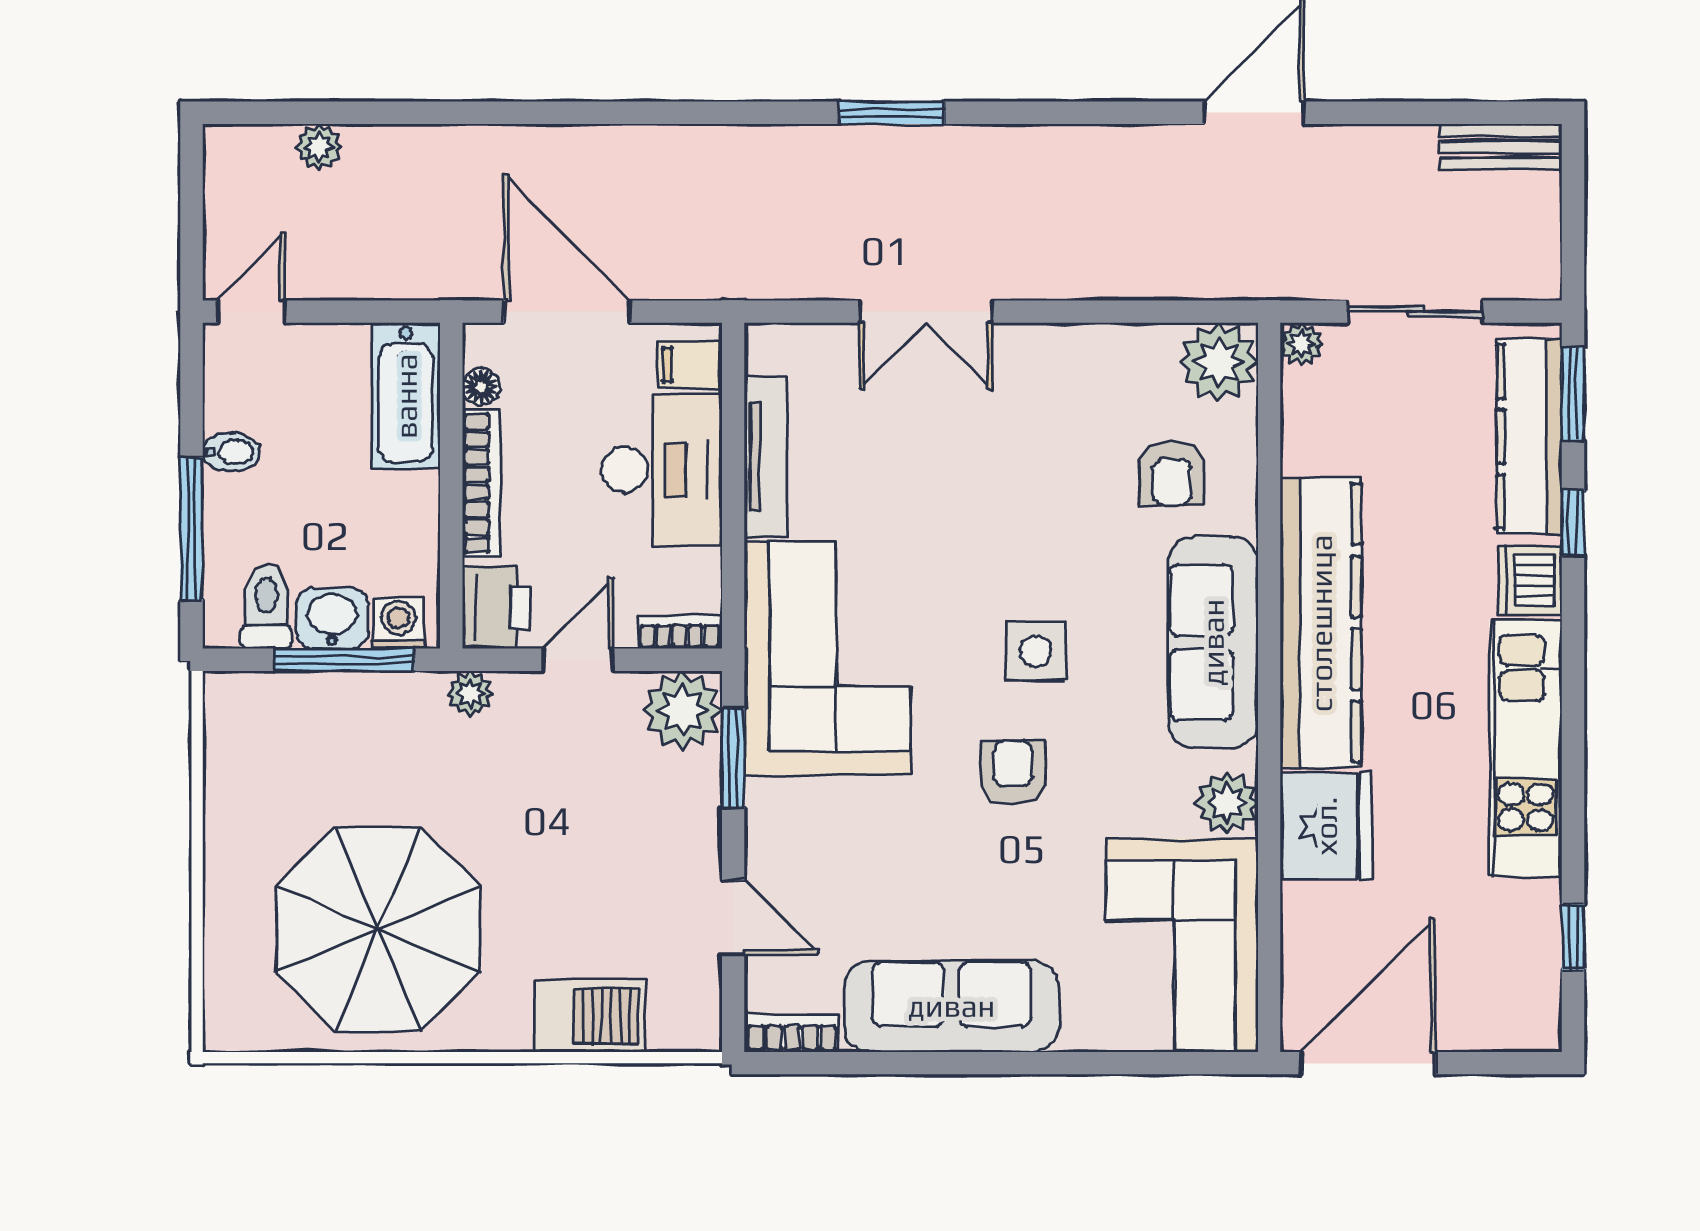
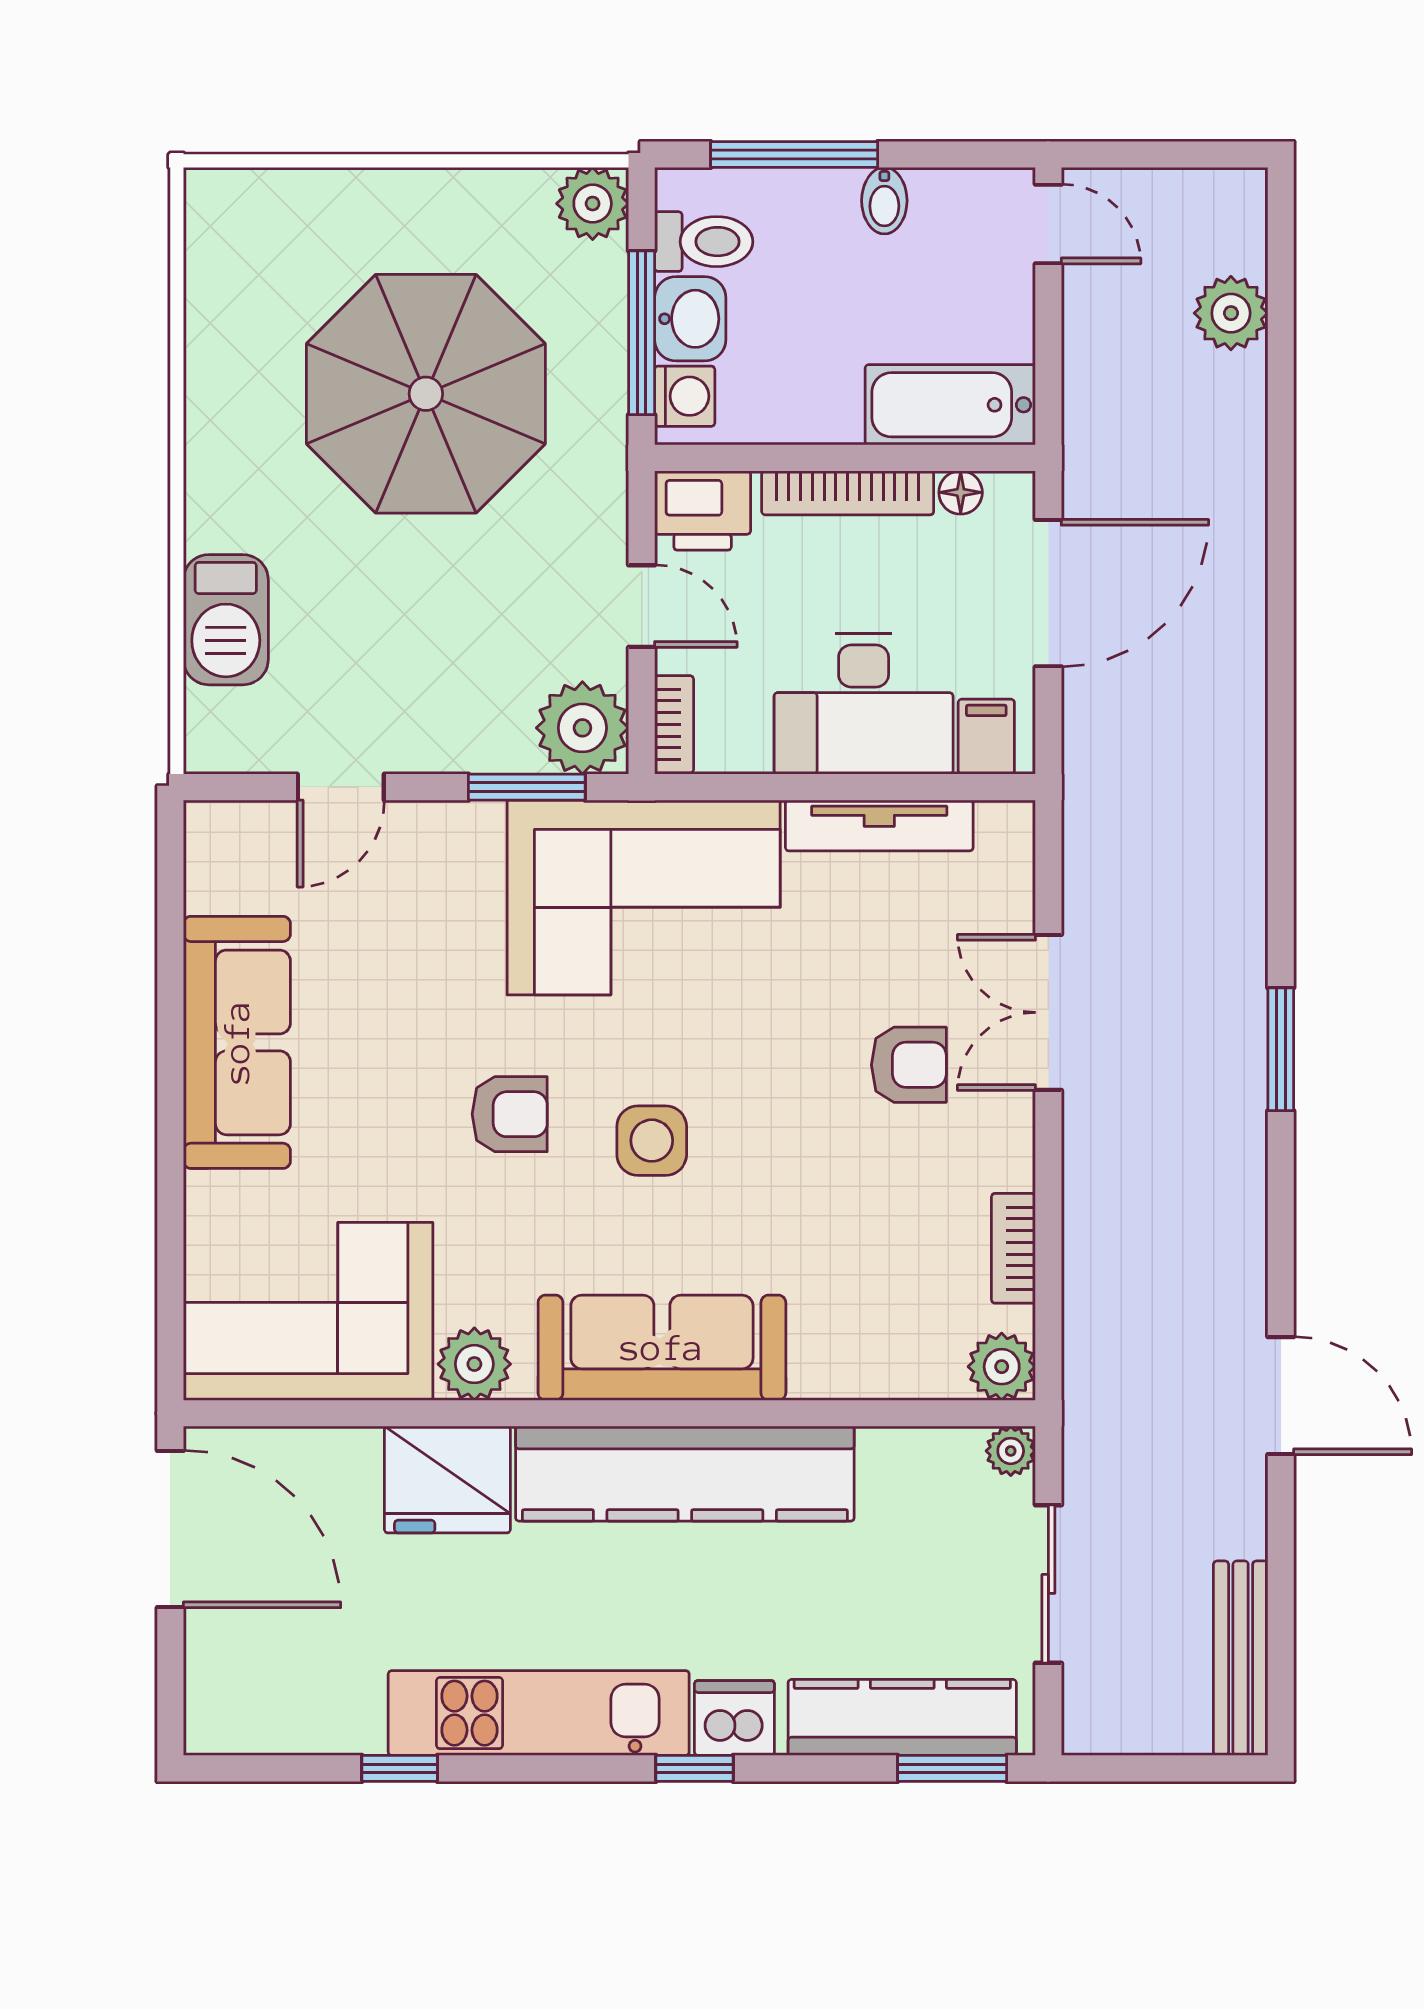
window: (892, 113) -> (1281, 1049), moved
plant: (319, 147) -> (1231, 313), width x1.38, depth x1.38
bench: (1501, 147) -> (1241, 1658), width x1.36
plant: (1219, 362) -> (1002, 1367), width x0.73, depth x0.73
armchair: (1172, 473) -> (909, 1065), moved, turned 180
window: (1573, 522) -> (694, 1768), moved
plant: (470, 693) -> (593, 204), moved, width x1.38, depth x1.38
parasol: (378, 929) -> (426, 394), moved
window: (1573, 937) -> (400, 1768), moved
bookcase: (792, 1033) -> (1013, 1248), moved, turned 180

